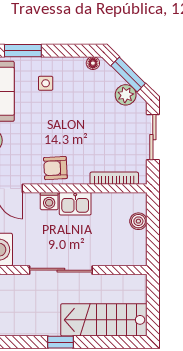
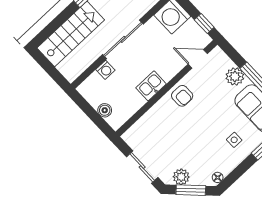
armchair: (55, 168) -> (182, 96), turned 93
bookcase: (114, 178) -> (142, 122), removed
washing machine: (49, 201) -> (105, 70), moved, turned 180

